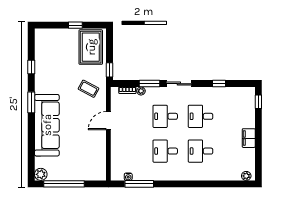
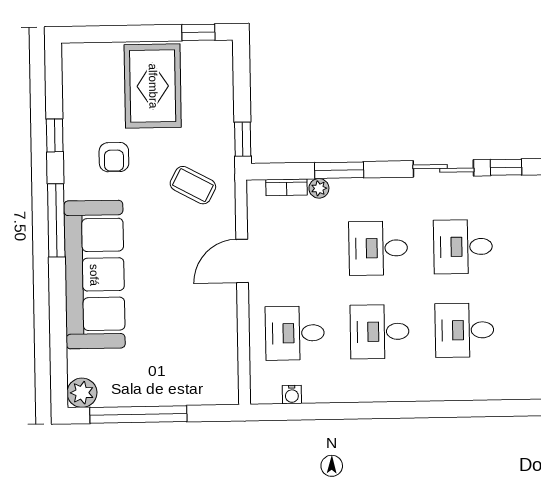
window: (75, 25) -> (198, 32), moved
rug: (91, 47) -> (153, 86), moved
armchair: (56, 76) -> (114, 157), added
sliding door: (179, 84) -> (443, 168), moved
window: (31, 102) -> (56, 220), width x1.44
desk: (130, 151) -> (295, 333), added
window: (139, 184) -> (319, 411), removed

